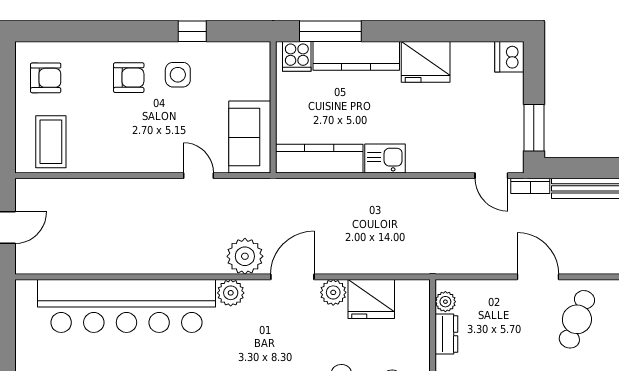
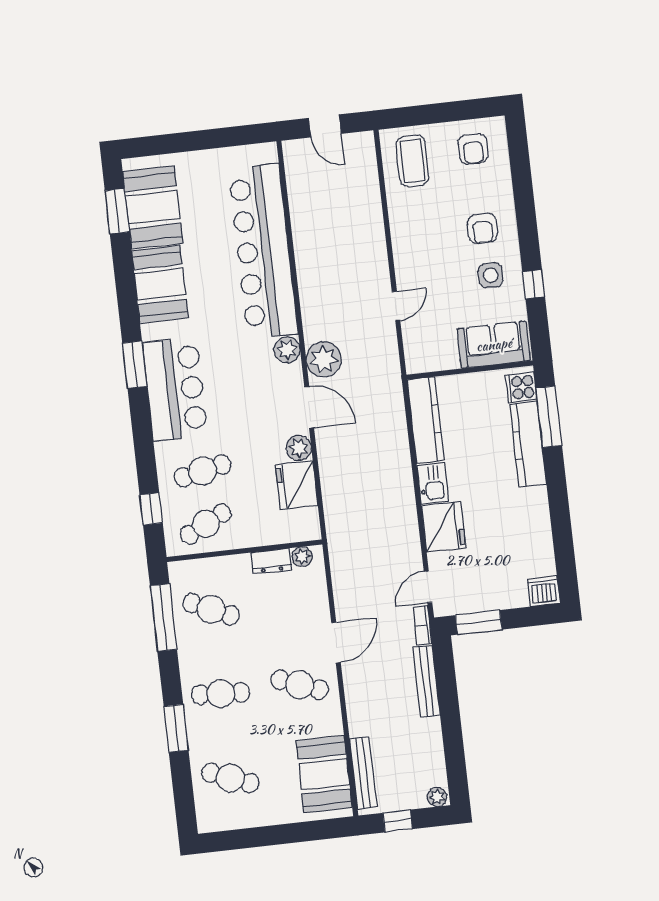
fridge: (426, 62) -> (444, 527), moved, turned 180
sofa: (250, 137) -> (494, 345), moved
coffee table: (51, 142) -> (412, 161), turned 90

